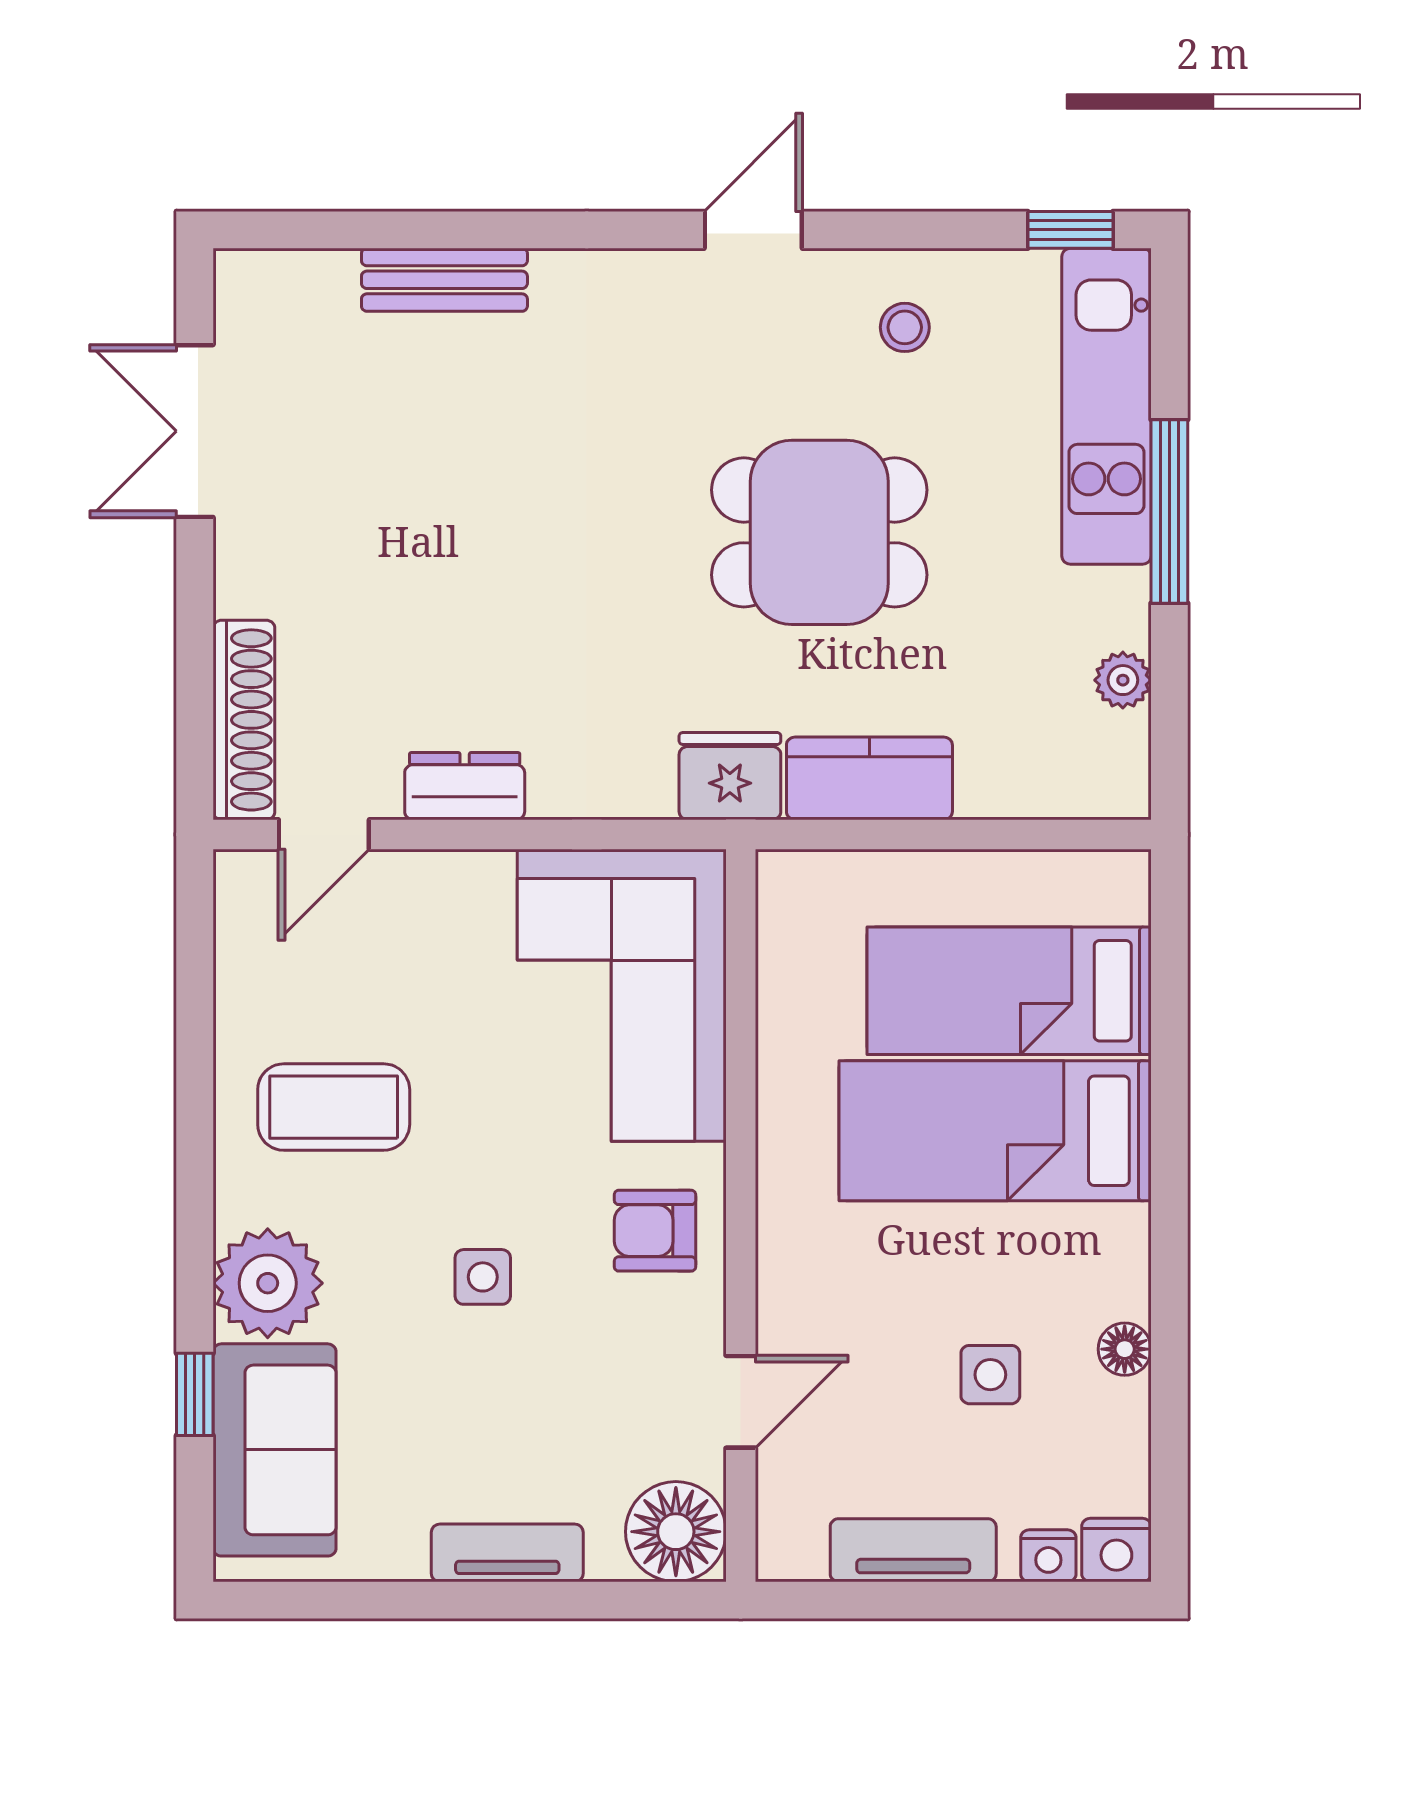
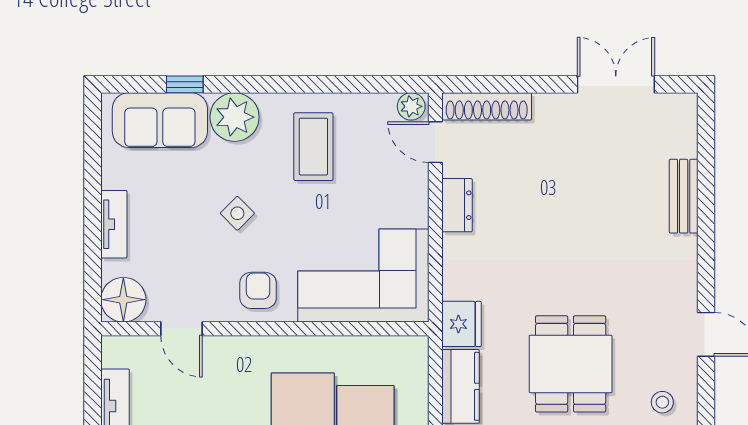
plant: (244, 889) -> (411, 106), added
side table: (483, 1277) -> (237, 213), turned 45

